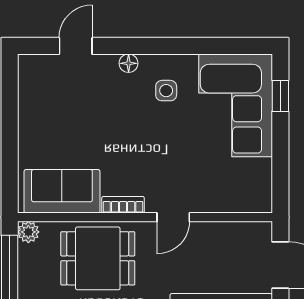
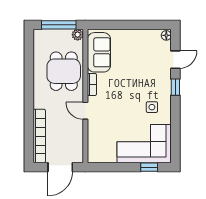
door: (76, 46) -> (175, 60), hinge flipped
window: (128, 46) -> (175, 87), added
floor lamp: (129, 63) -> (166, 35), moved

